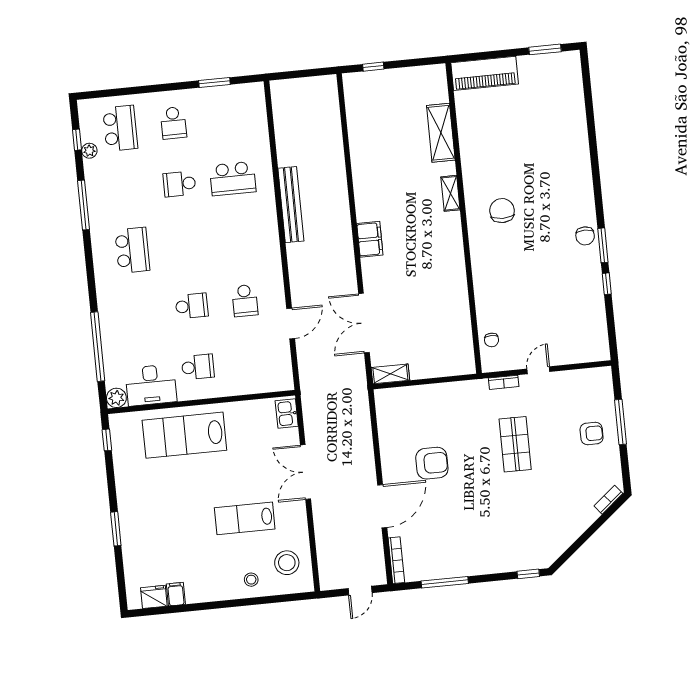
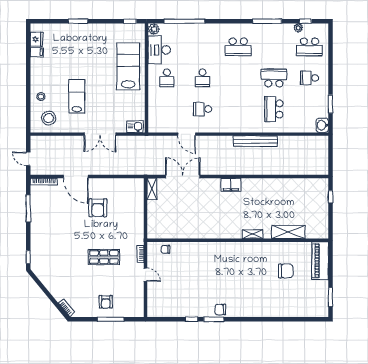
washbasin: (252, 93) -> (322, 125), added
school desk: (180, 184) -> (274, 78), width x1.85
chair: (502, 211) -> (286, 271), moved
double door: (305, 472) -> (100, 134), swing flipped

